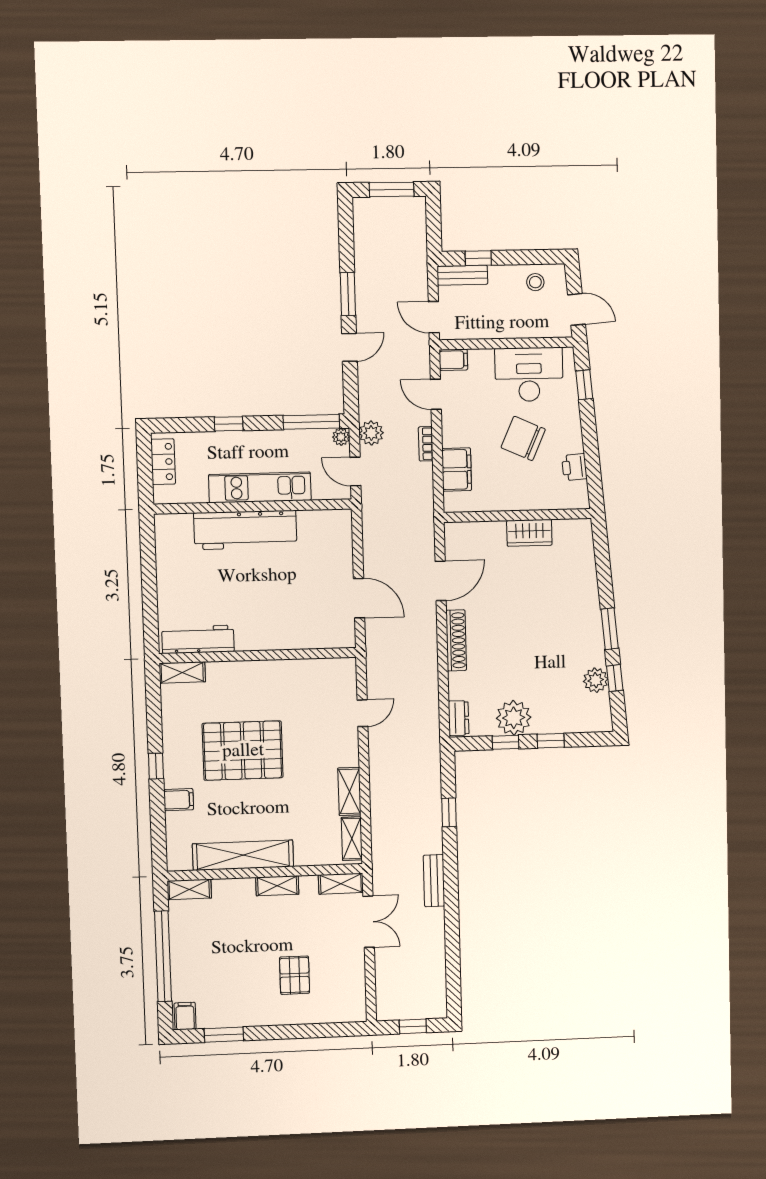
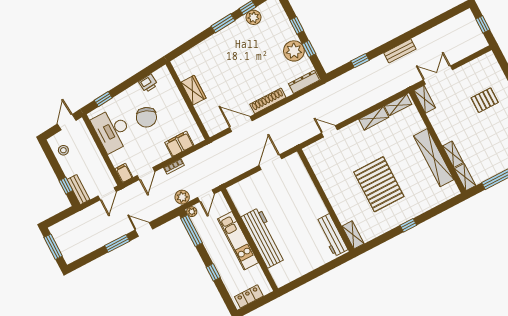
dresser: (459, 718) -> (304, 82), width x1.44
filing cabinet: (179, 800) -> (420, 205), removed
shelving: (277, 886) -> (453, 154), moved

